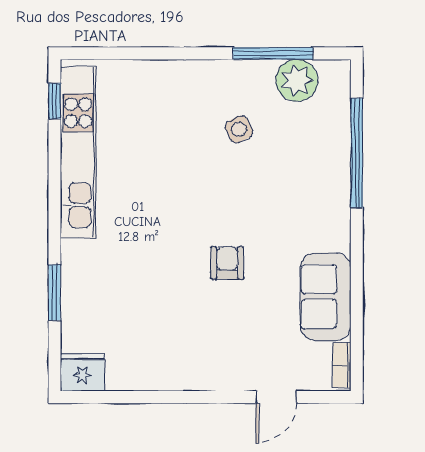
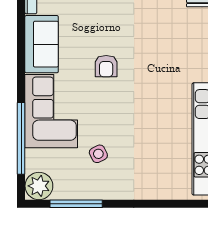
plant: (297, 80) -> (39, 186), moved
corner sofa: (311, 194) -> (51, 111), added

